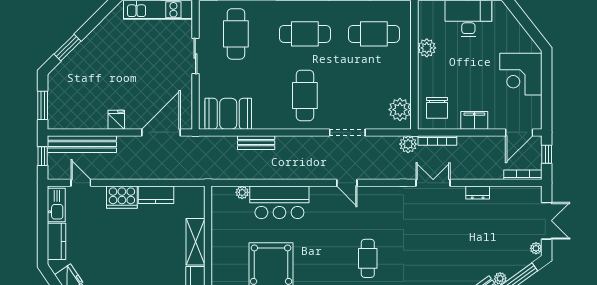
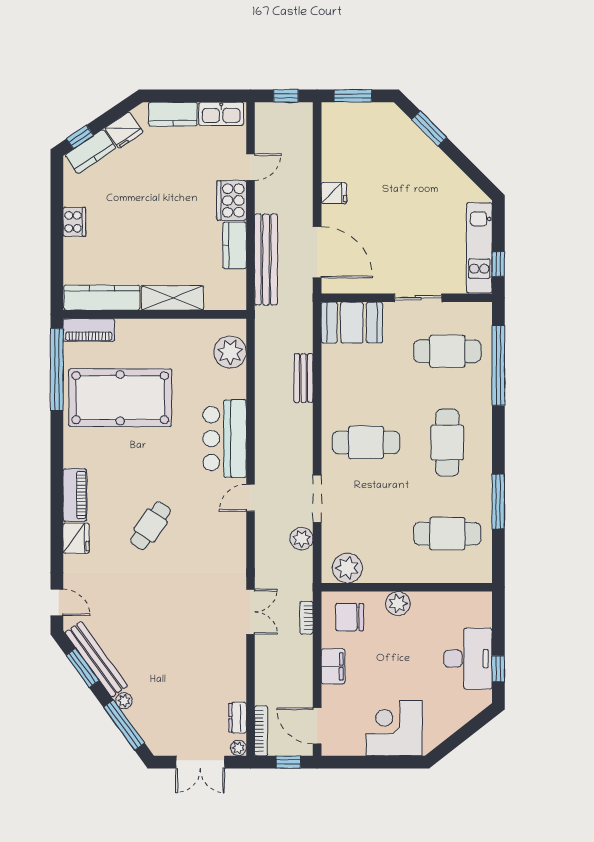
cafe table: (374, 34) -> (447, 534), turned 90
plant: (427, 48) -> (398, 603), moved
booth: (228, 114) -> (352, 322), moved, turned 90
bookcase: (437, 141) -> (306, 618), width x0.64
bench: (82, 144) -> (266, 259), moved
plant: (408, 144) -> (302, 539), moved
door: (81, 183) -> (250, 167), moved
plant: (242, 192) -> (230, 352), width x1.88, depth x1.88
dresser: (478, 193) -> (238, 718), moved
bar counter: (279, 202) -> (225, 439), moved
plant: (536, 248) -> (238, 748), moved
cafe table: (368, 258) -> (151, 526), turned -55

